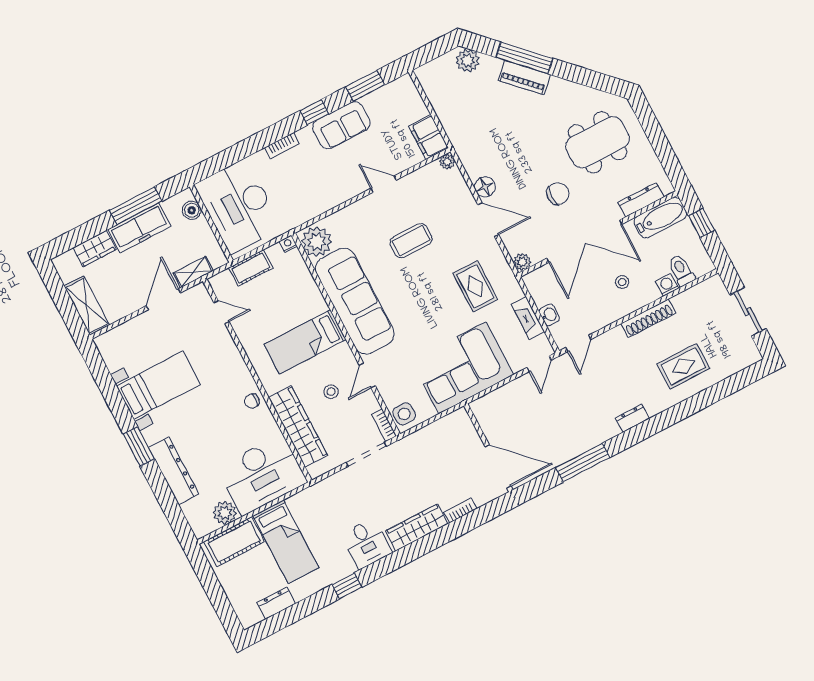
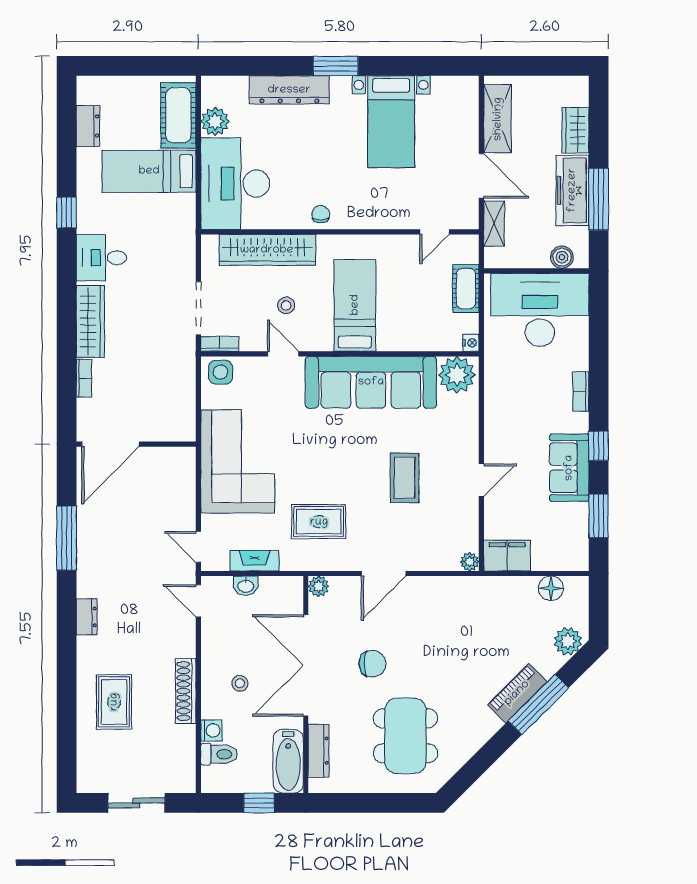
floor lamp: (485, 187) -> (551, 588), moved
chair: (558, 194) -> (372, 664), turned -90
shelving: (87, 306) -> (498, 119), moved, turned 90

